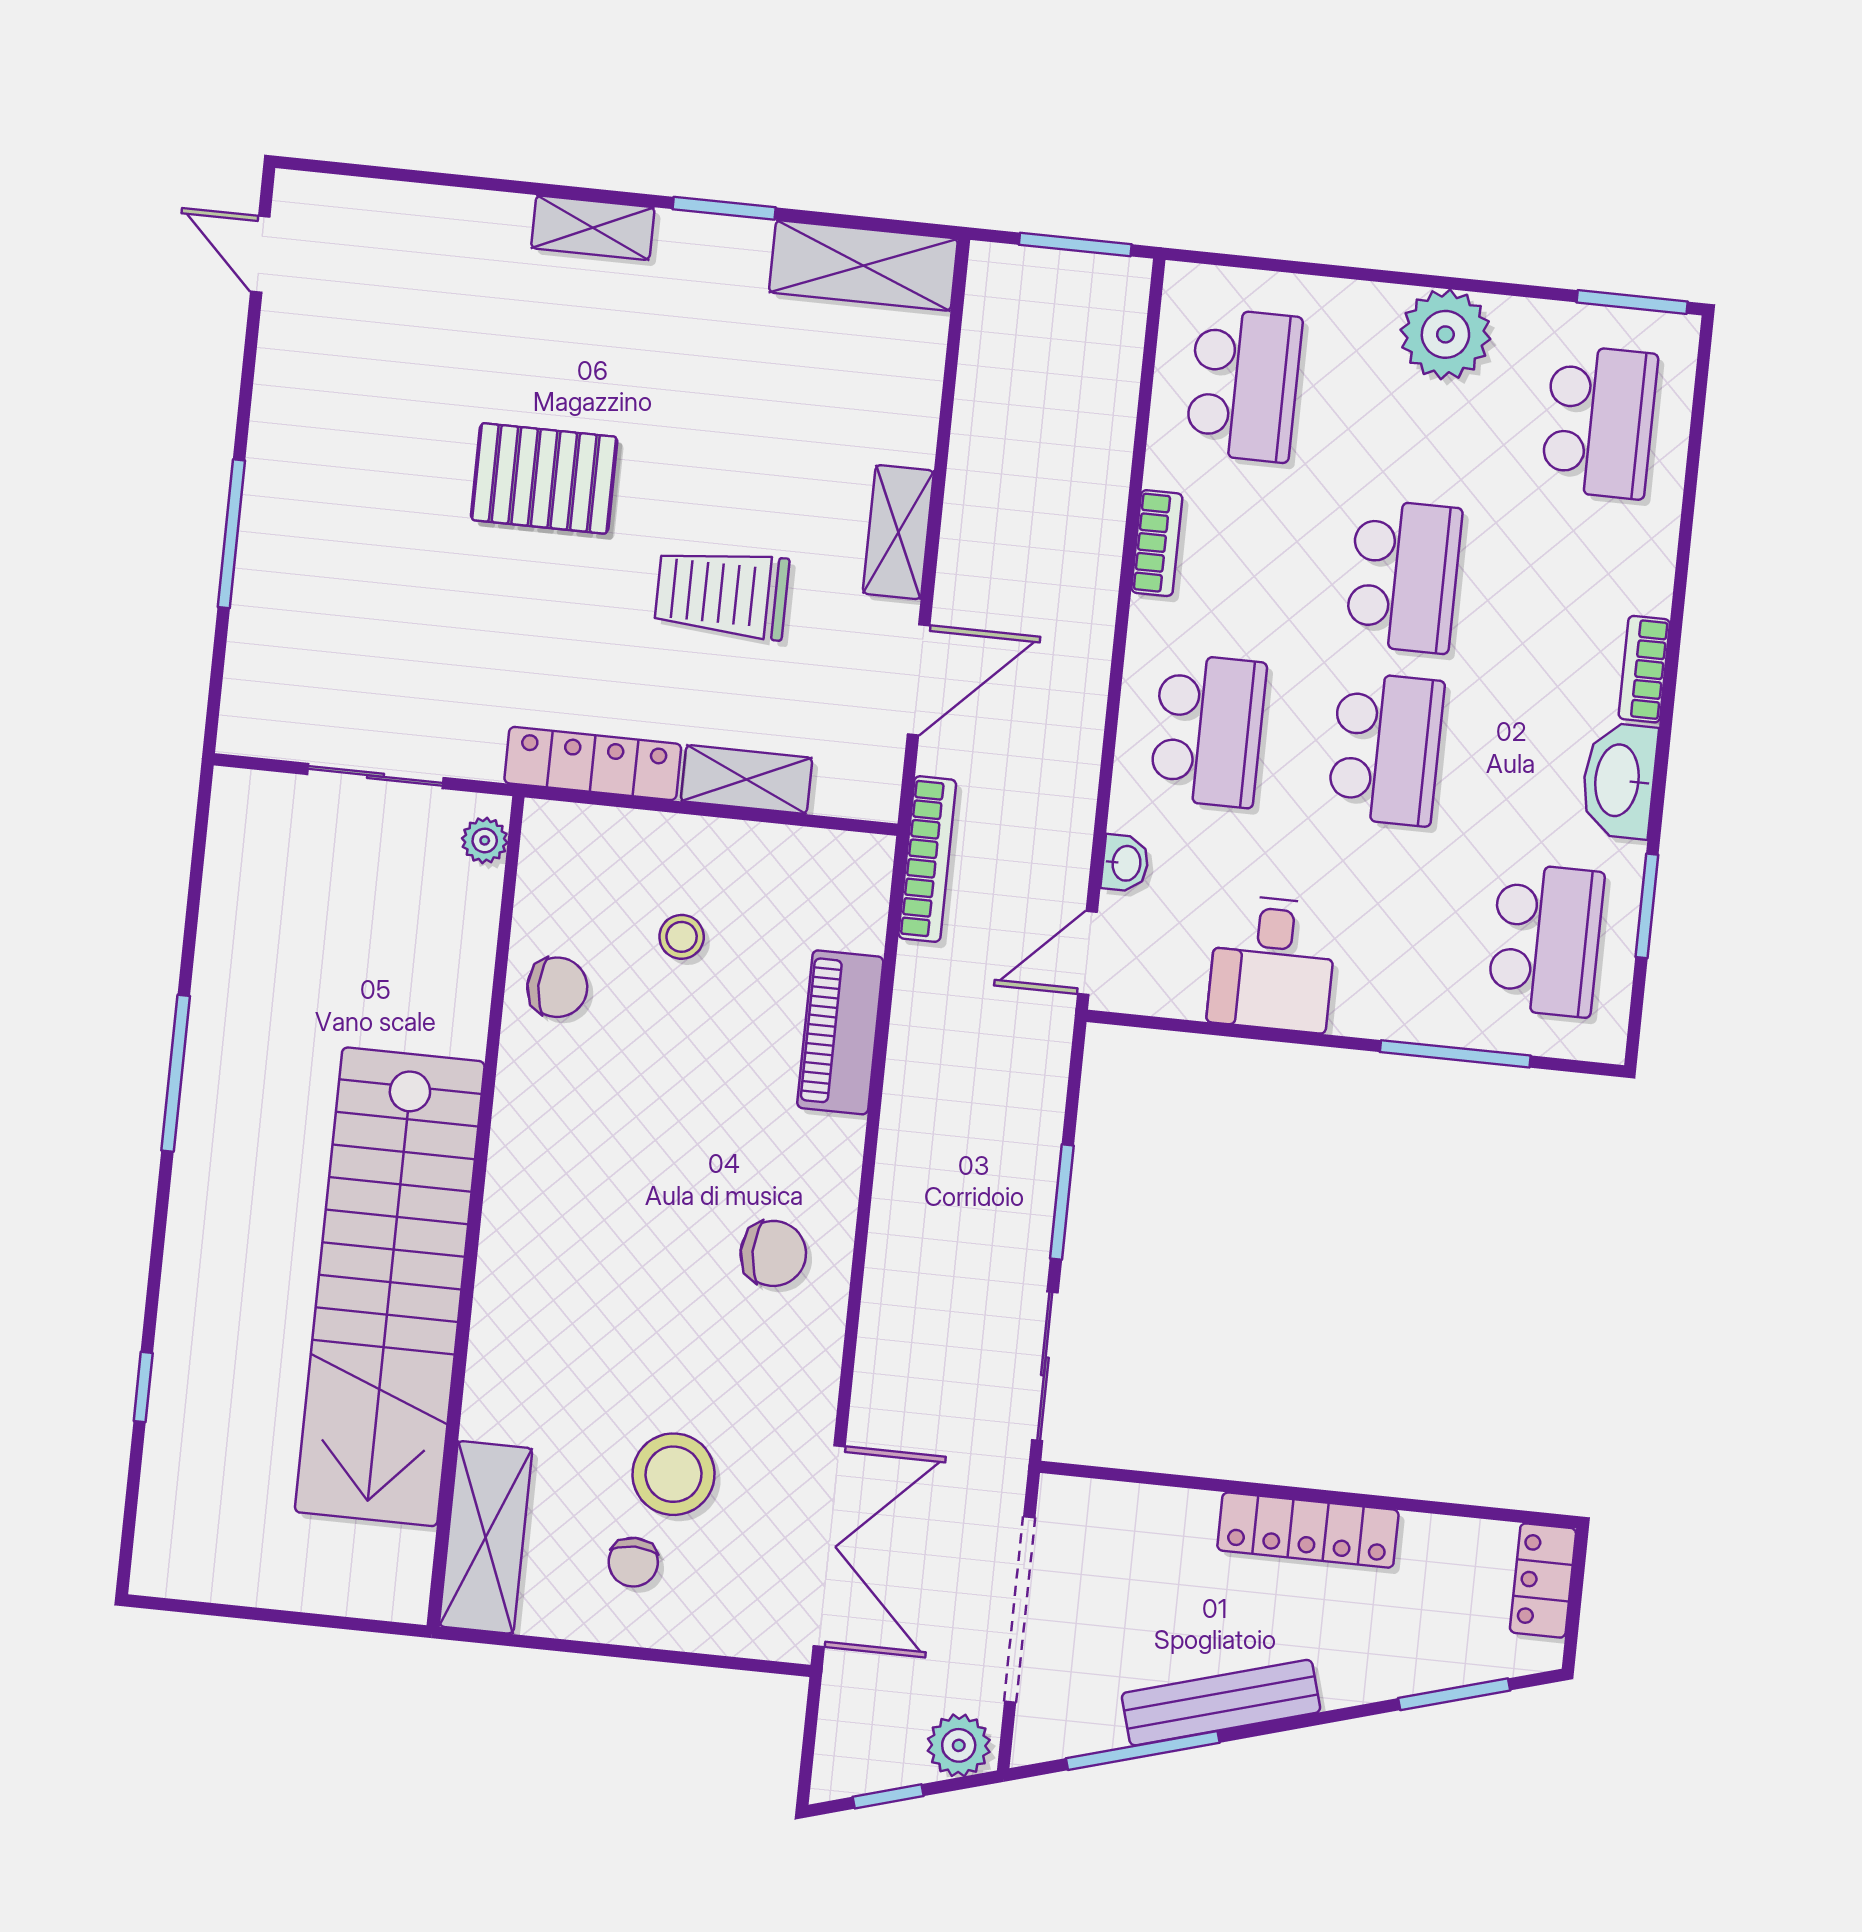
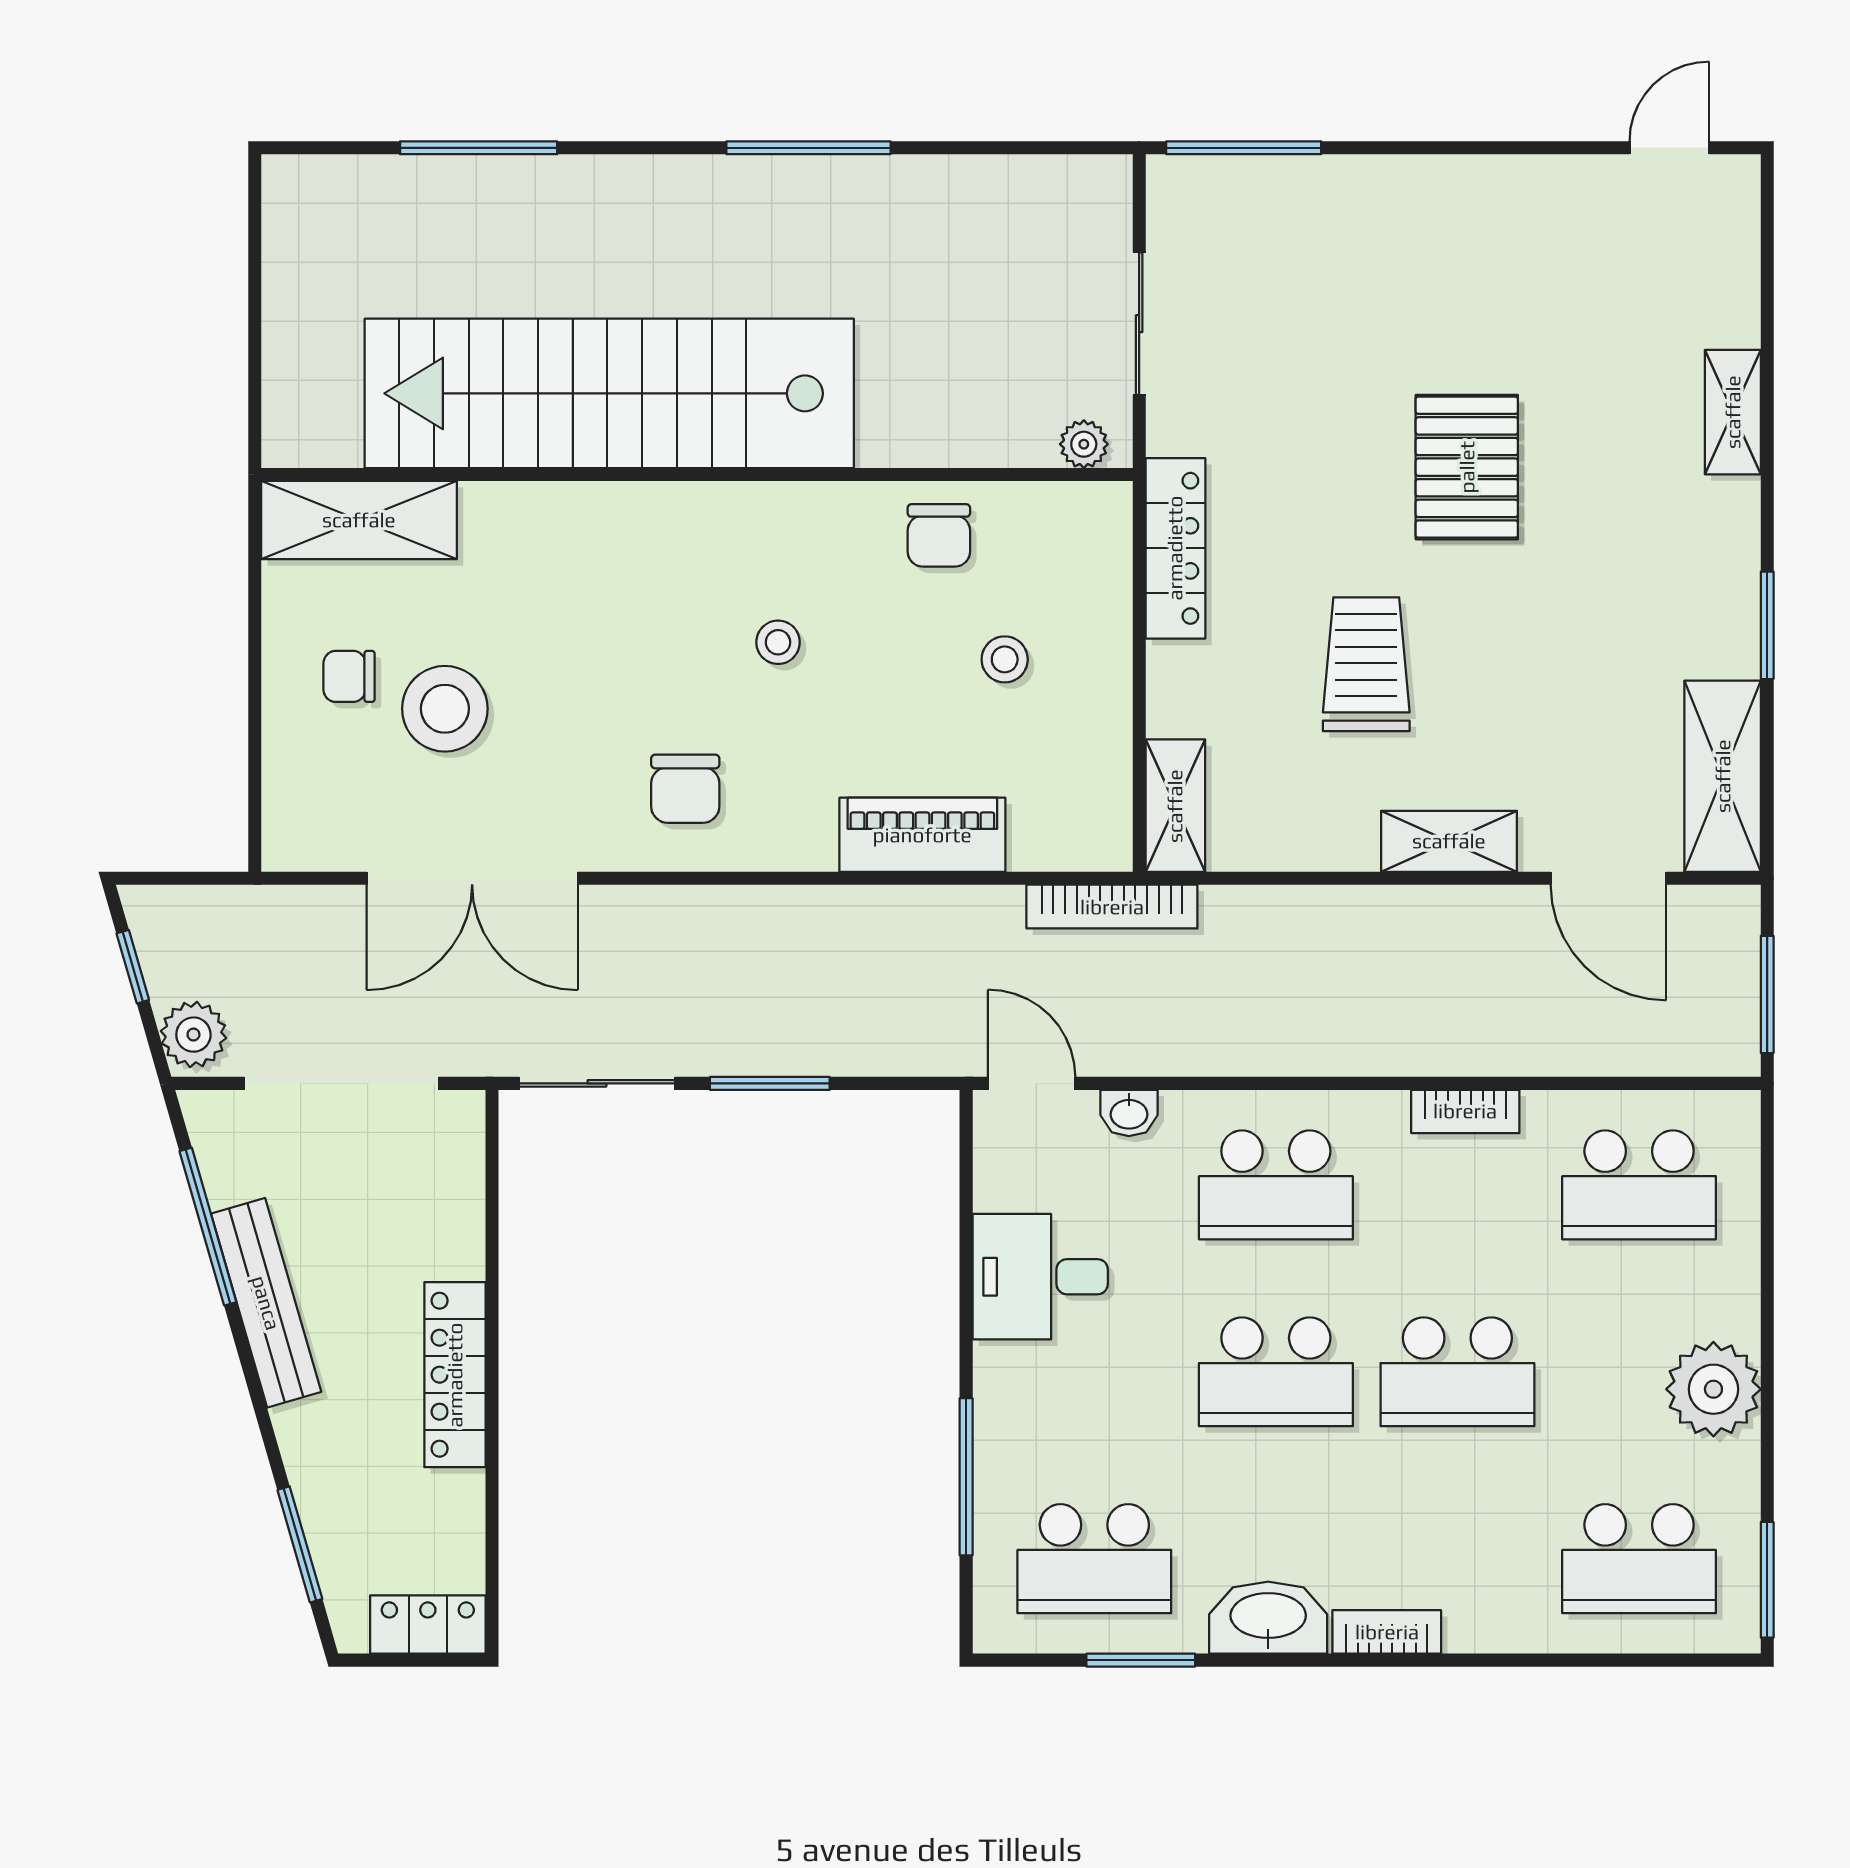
shelving: (593, 228) -> (1733, 412), moved
window: (231, 534) -> (1244, 148), moved
door: (919, 680) -> (1609, 878), moved
shelving: (746, 779) -> (1175, 806), moved
stool: (643, 1151) -> (778, 642), added
window: (143, 1387) -> (479, 148), width x2.17
double door: (829, 1546) -> (472, 878), moved

